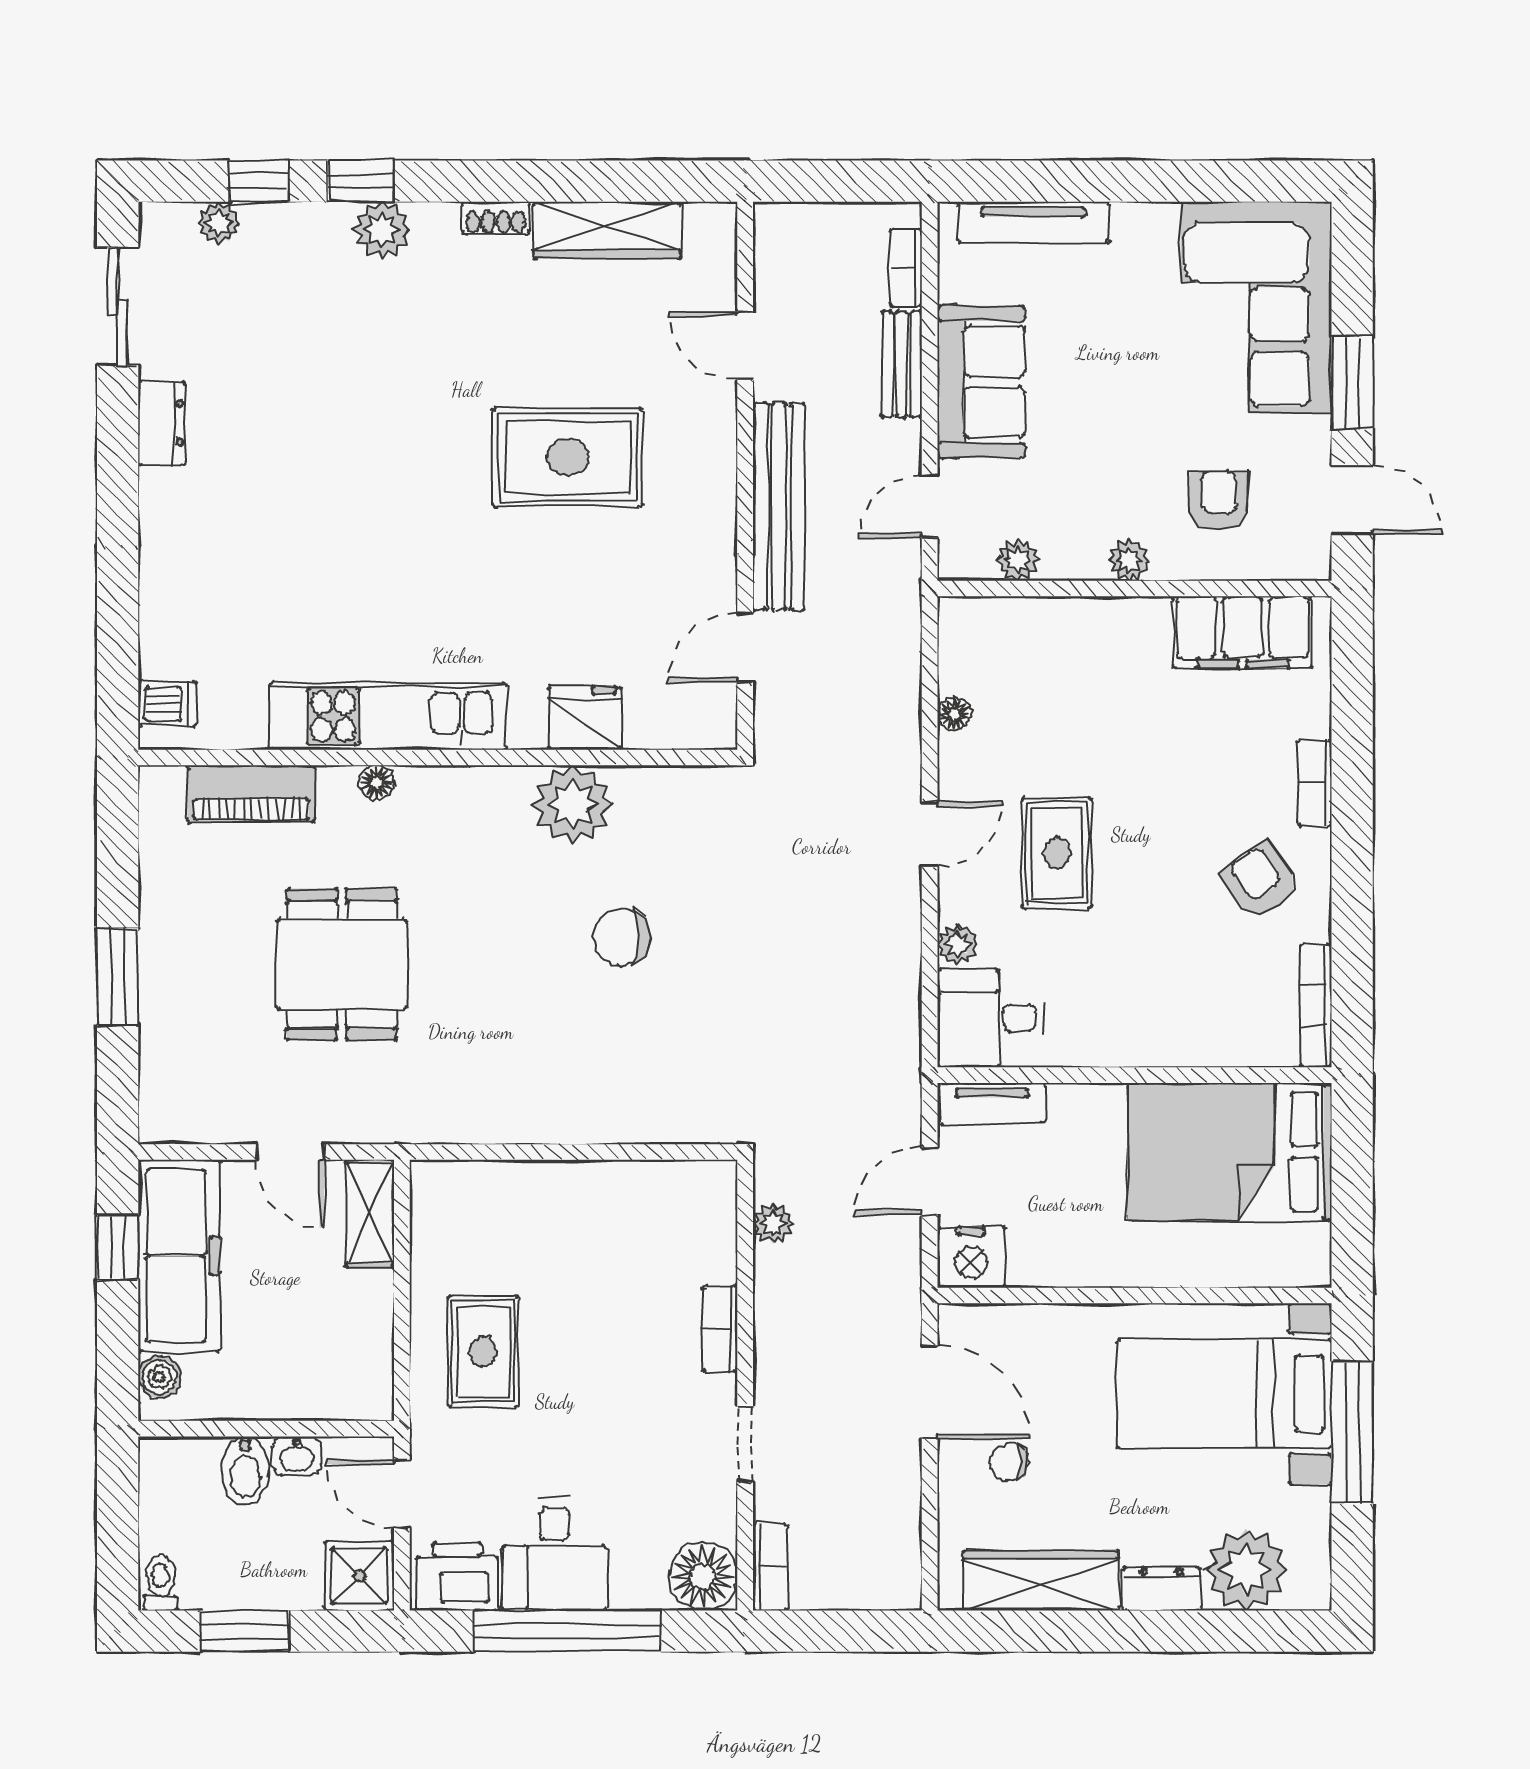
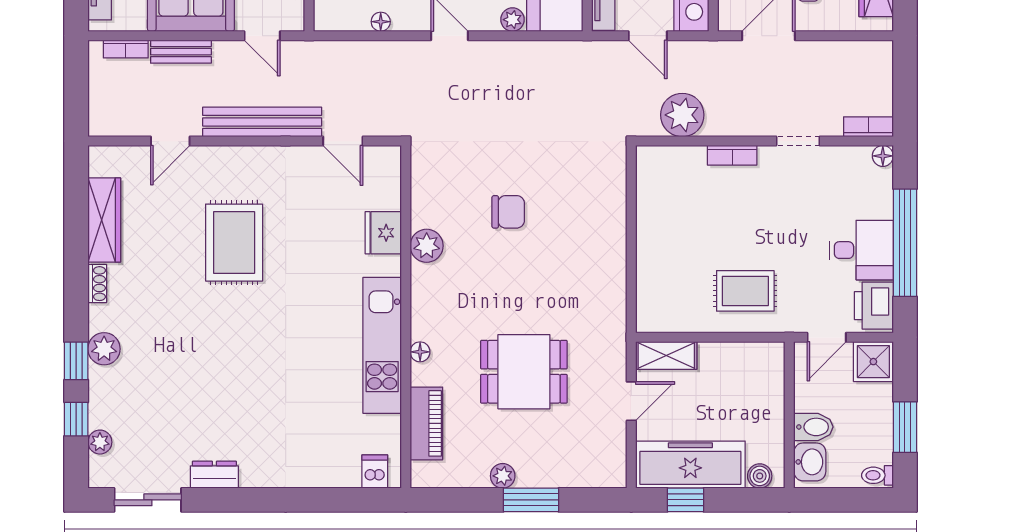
plant: (573, 805) -> (427, 246), width x0.73, depth x0.73
plant: (160, 927) -> (503, 476), added
chair: (621, 937) -> (508, 212), turned -90
plant: (773, 1224) -> (682, 115), width x1.87, depth x1.87
washbasin: (297, 1456) -> (810, 462), moved, width x1.38, depth x1.45
floor lamp: (703, 1576) -> (883, 156), width x0.53, depth x0.53

